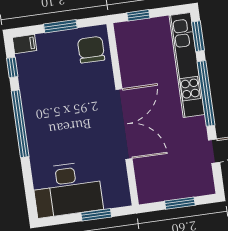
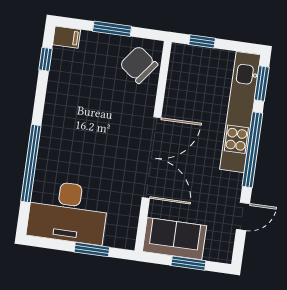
chair: (91, 50) -> (139, 65), turned -53
window: (20, 124) -> (31, 164), moved
sofa: (162, 186) -> (174, 239), added

